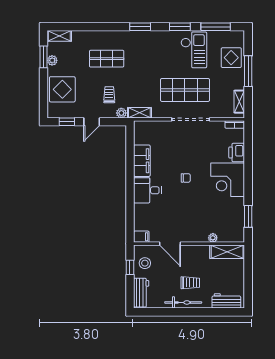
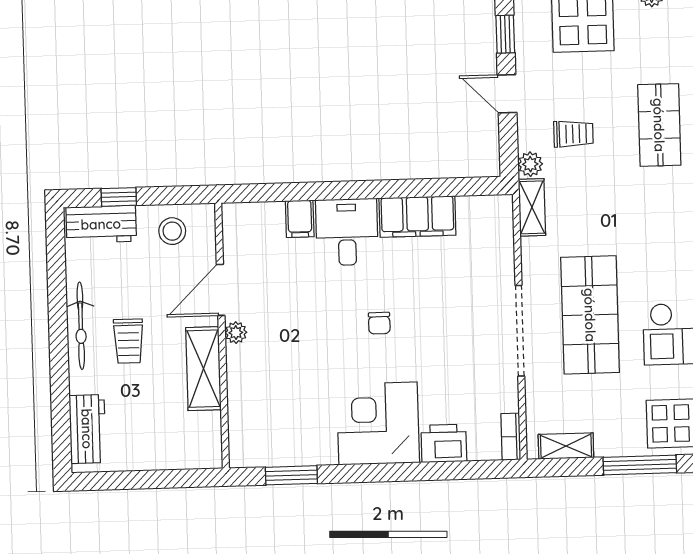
filing cabinet: (141, 237) -> (300, 219), moved
plant: (213, 238) -> (236, 333), moved
shelving: (227, 252) -> (203, 369), moved
window: (130, 267) -> (119, 197), moved

